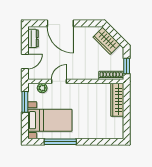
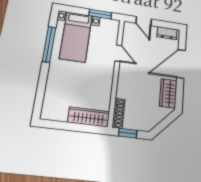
wardrobe: (106, 41) -> (168, 93), moved, turned -45
plant: (42, 88) -> (113, 34), removed

